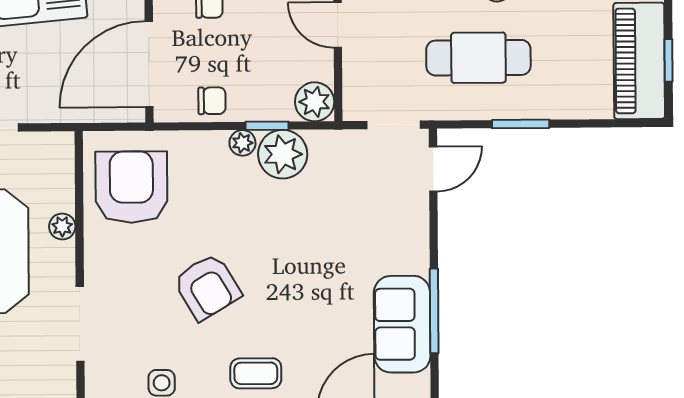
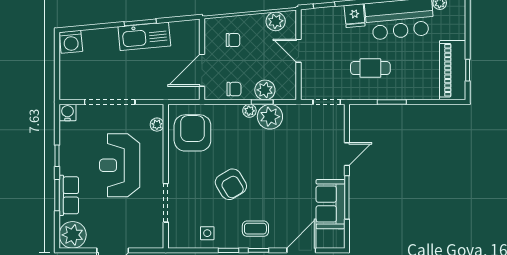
cafe table: (478, 58) -> (370, 68), width x0.73, depth x0.74
door: (149, 64) -> (202, 70), width x0.73
plant: (315, 102) -> (265, 90), moved
door: (433, 169) -> (347, 154), moved
plant: (62, 226) -> (157, 125), moved

